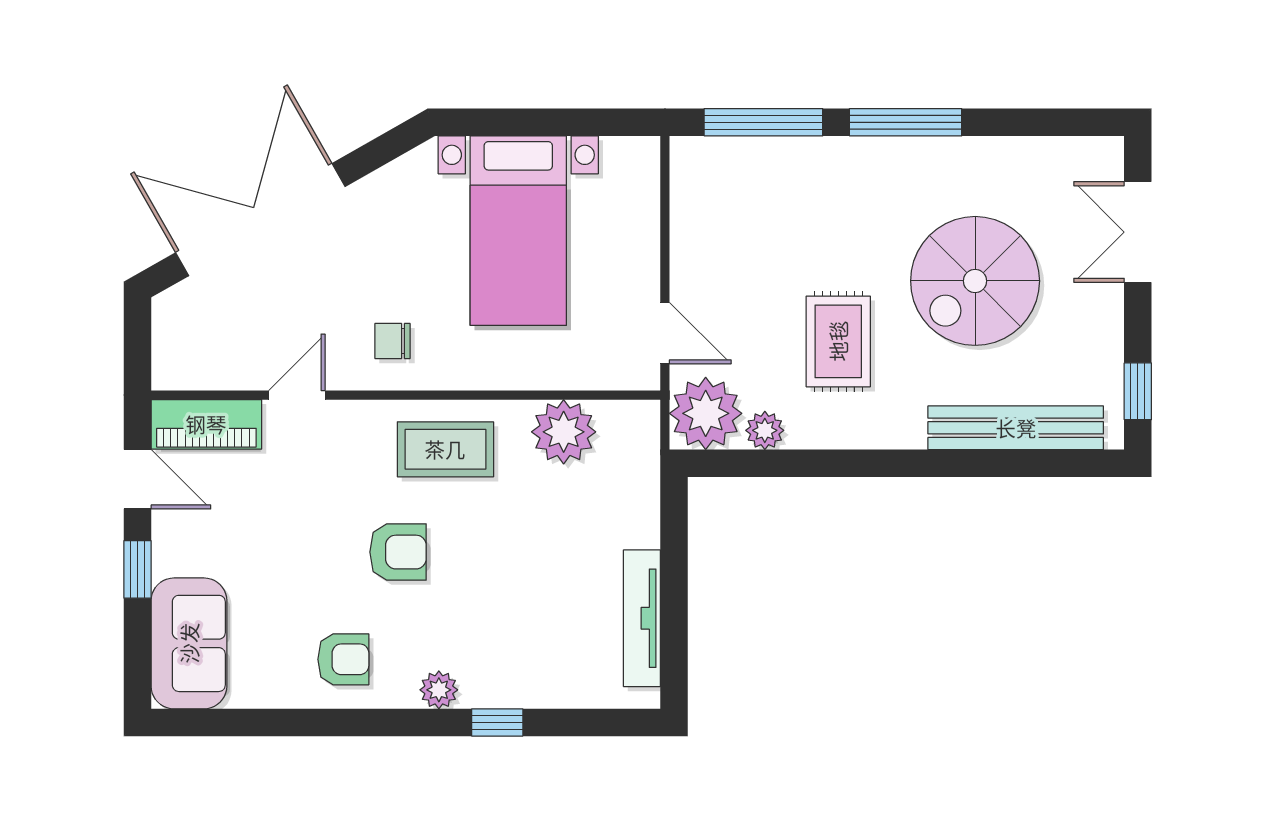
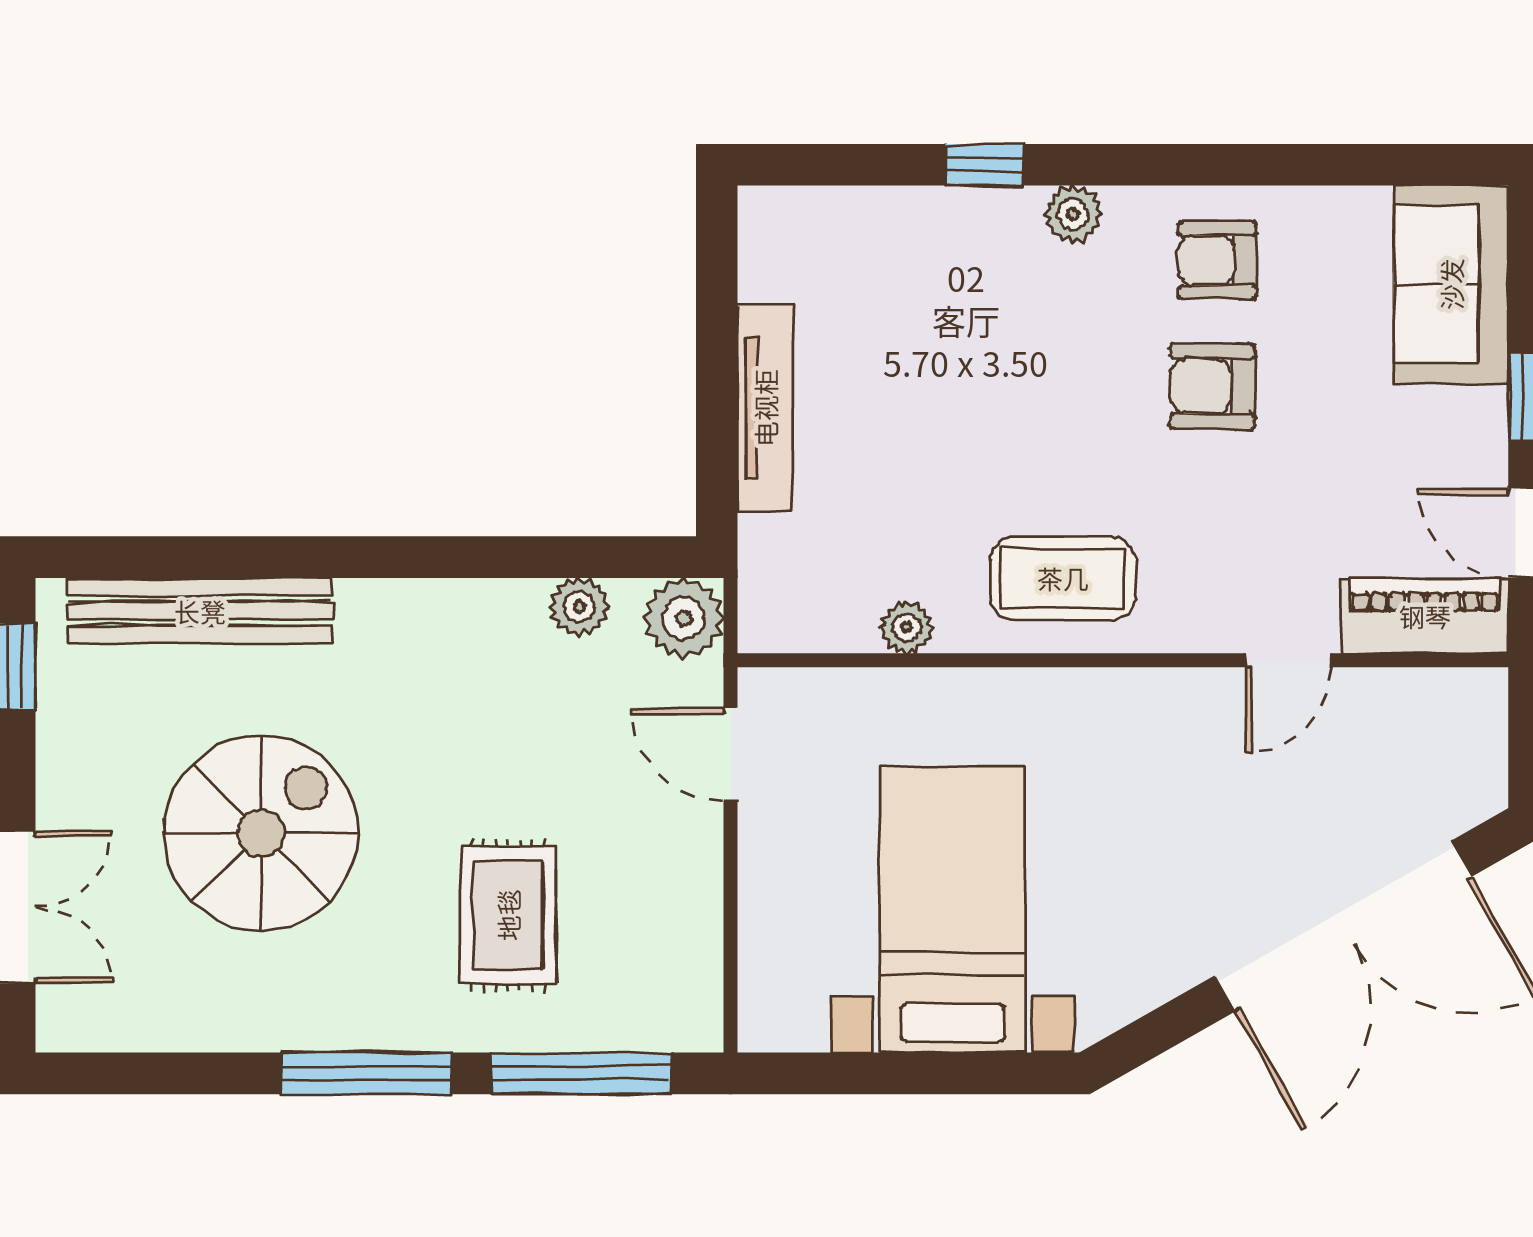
chair: (392, 341) -> (1143, 742), removed
rug: (838, 341) -> (508, 915), moved
plant: (706, 413) -> (683, 618), width x0.73, depth x0.73
plant: (564, 432) -> (907, 627), width x0.53, depth x0.53
armchair: (398, 552) -> (1213, 386), moved
tv unit: (642, 618) -> (765, 408), moved

